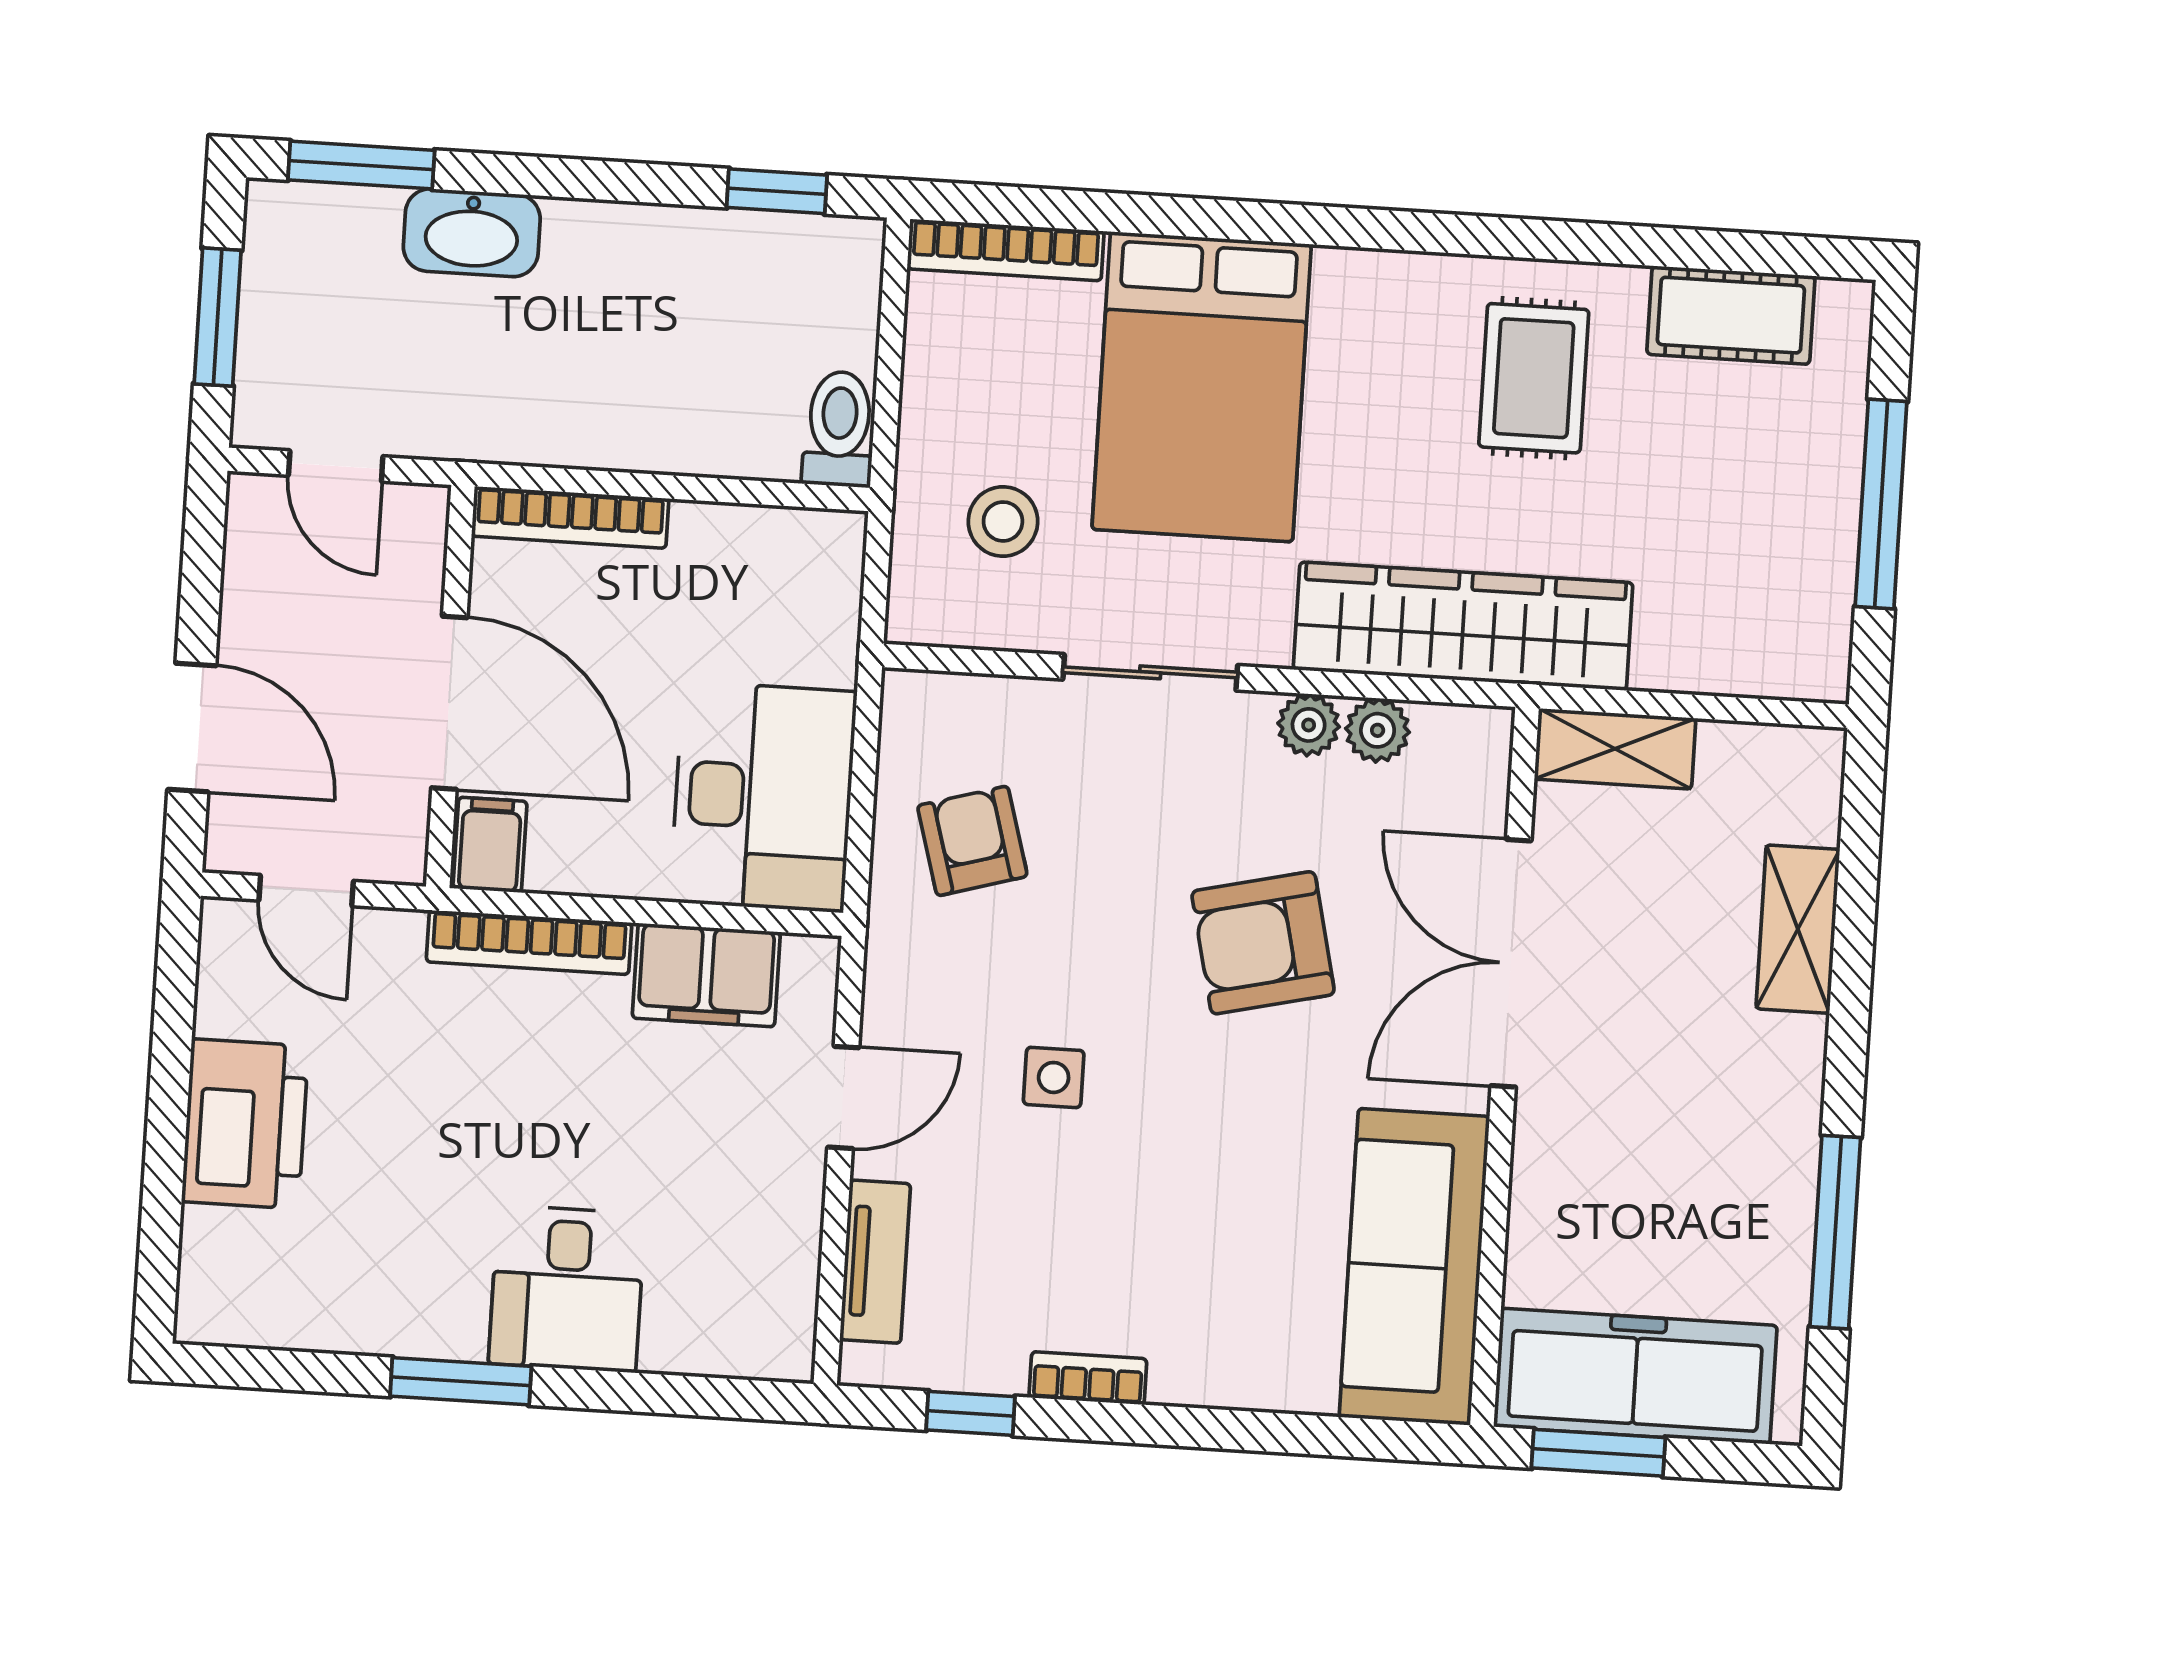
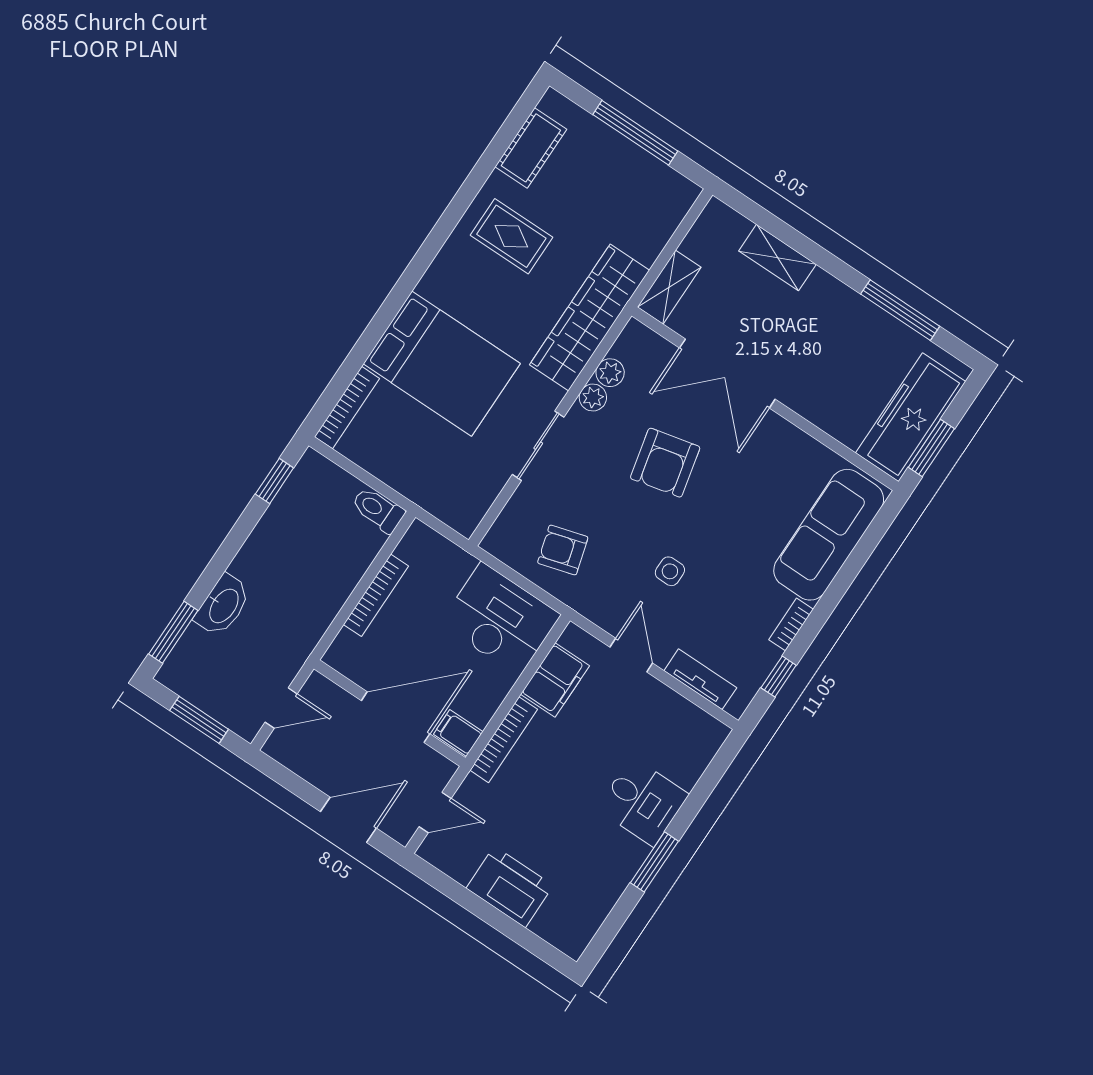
bookcase: (570, 517) -> (376, 595), moved
stool: (1003, 521) -> (449, 468), removed
sofa: (1414, 1267) -> (829, 535), moved, turned 90

